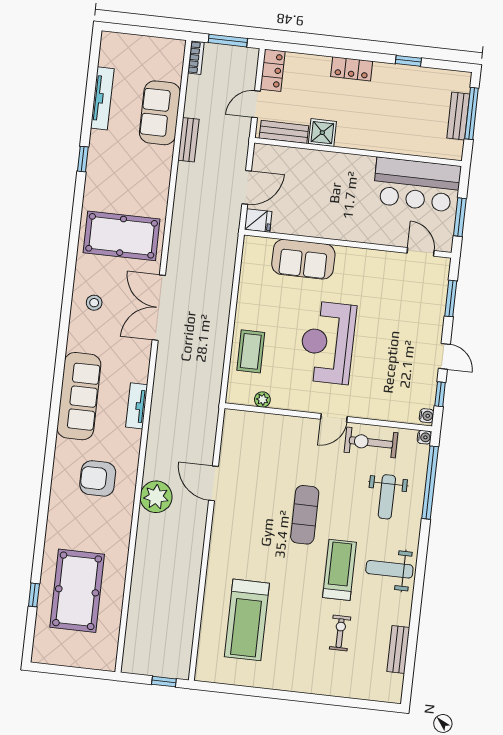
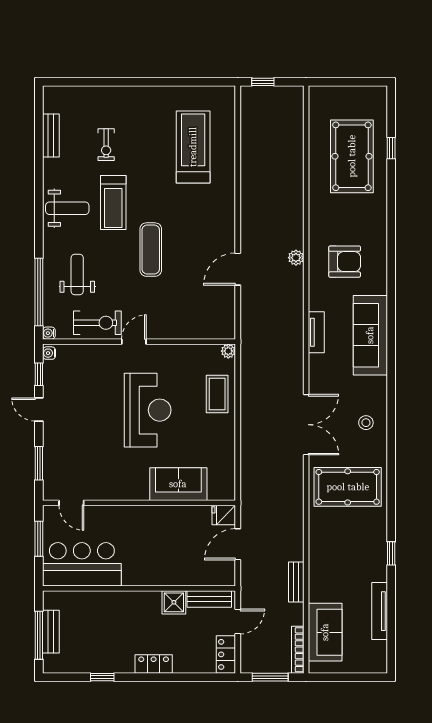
bookcase: (196, 58) -> (298, 650), width x1.56
sofa: (160, 113) -> (325, 632), moved
plant: (262, 400) -> (228, 351), moved
door: (213, 483) -> (238, 269), swing flipped
plant: (156, 497) -> (296, 258), width x0.53, depth x0.53

